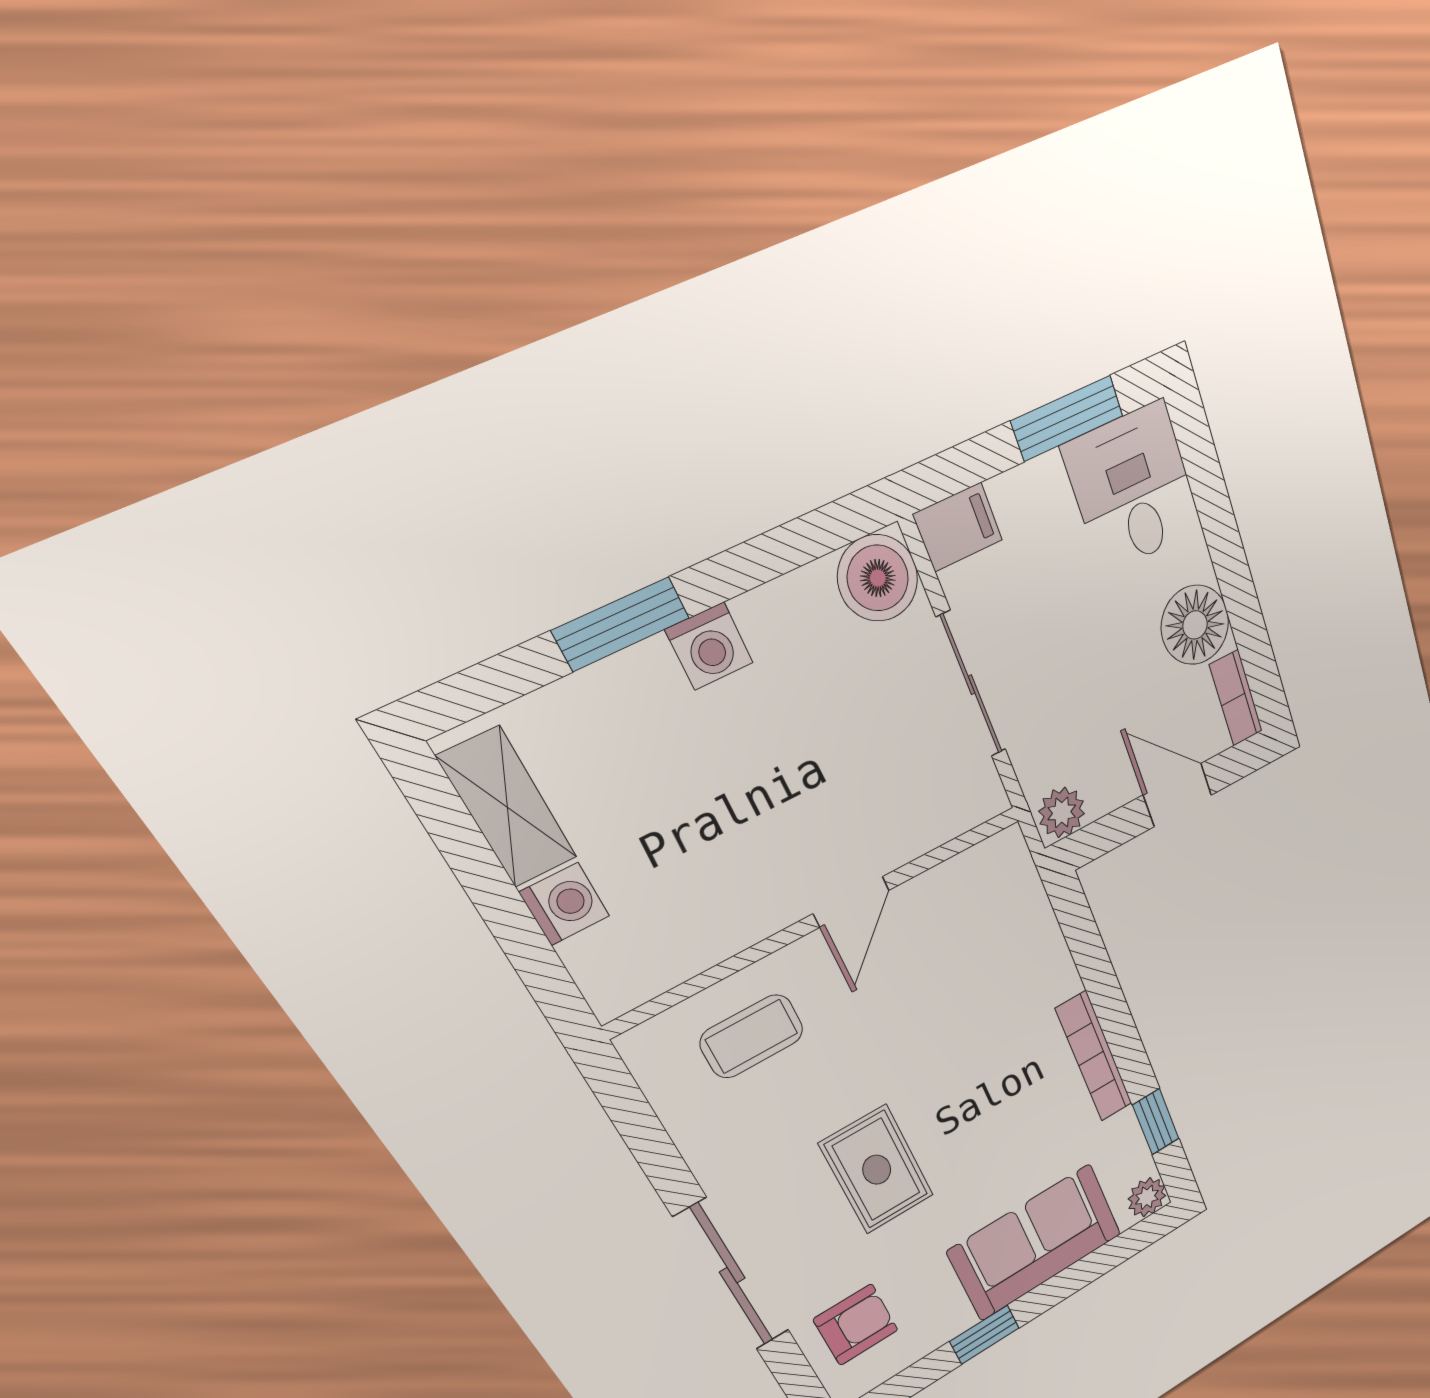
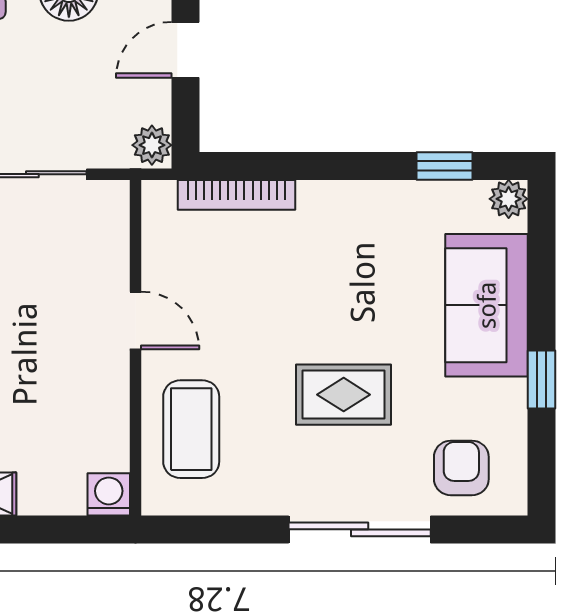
washing machine: (565, 904) -> (109, 494), moved
coffee table: (752, 1036) -> (191, 429), width x1.36, depth x1.30
bookcase: (1094, 1057) -> (236, 195), moved

